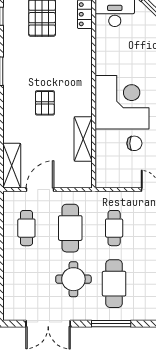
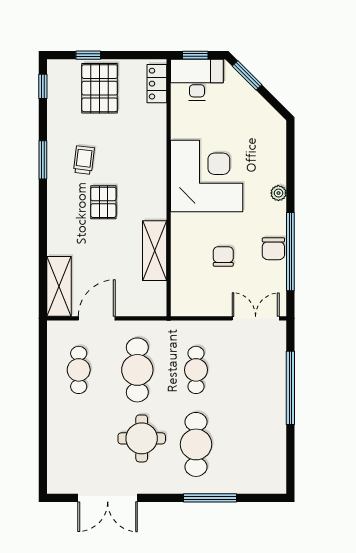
trolley: (30, 71) -> (84, 160), added
corner desk: (122, 102) -> (207, 176), moved
chair: (134, 143) -> (223, 256), turned -90
window: (111, 324) -> (210, 498), moved

